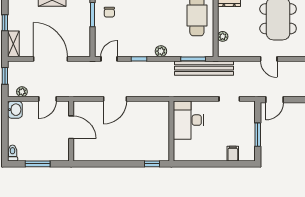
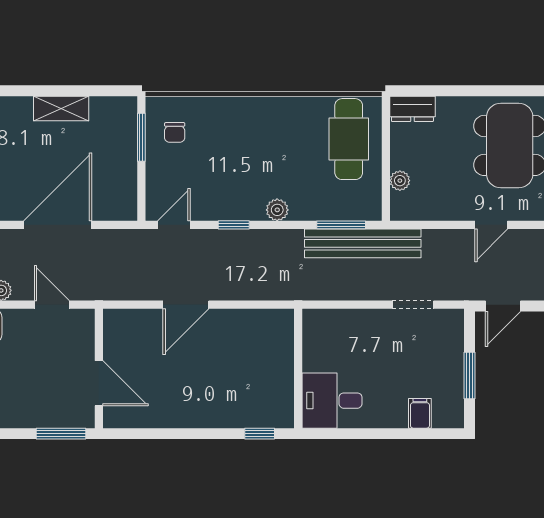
door: (50, 59) -> (58, 225), hinge flipped
door: (269, 59) -> (491, 225), hinge flipped
door: (47, 99) -> (52, 305), swing flipped
desk: (189, 120) -> (332, 401), moved, width x0.73
door: (71, 127) -> (99, 383), moved
window: (38, 164) -> (61, 434), moved

